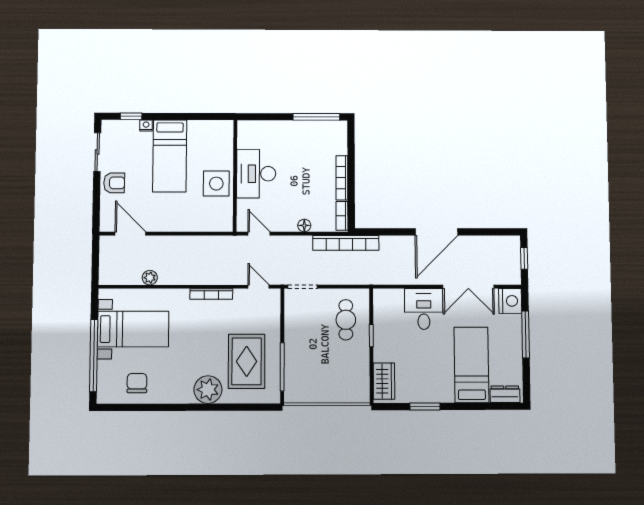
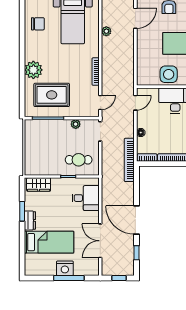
window: (486, 232) -> (137, 253), added
nightstand: (510, 301) -> (65, 268), moved
desk: (424, 309) -> (86, 198), moved
plant: (291, 324) -> (76, 124), added
dresser: (505, 394) -> (30, 220), moved

